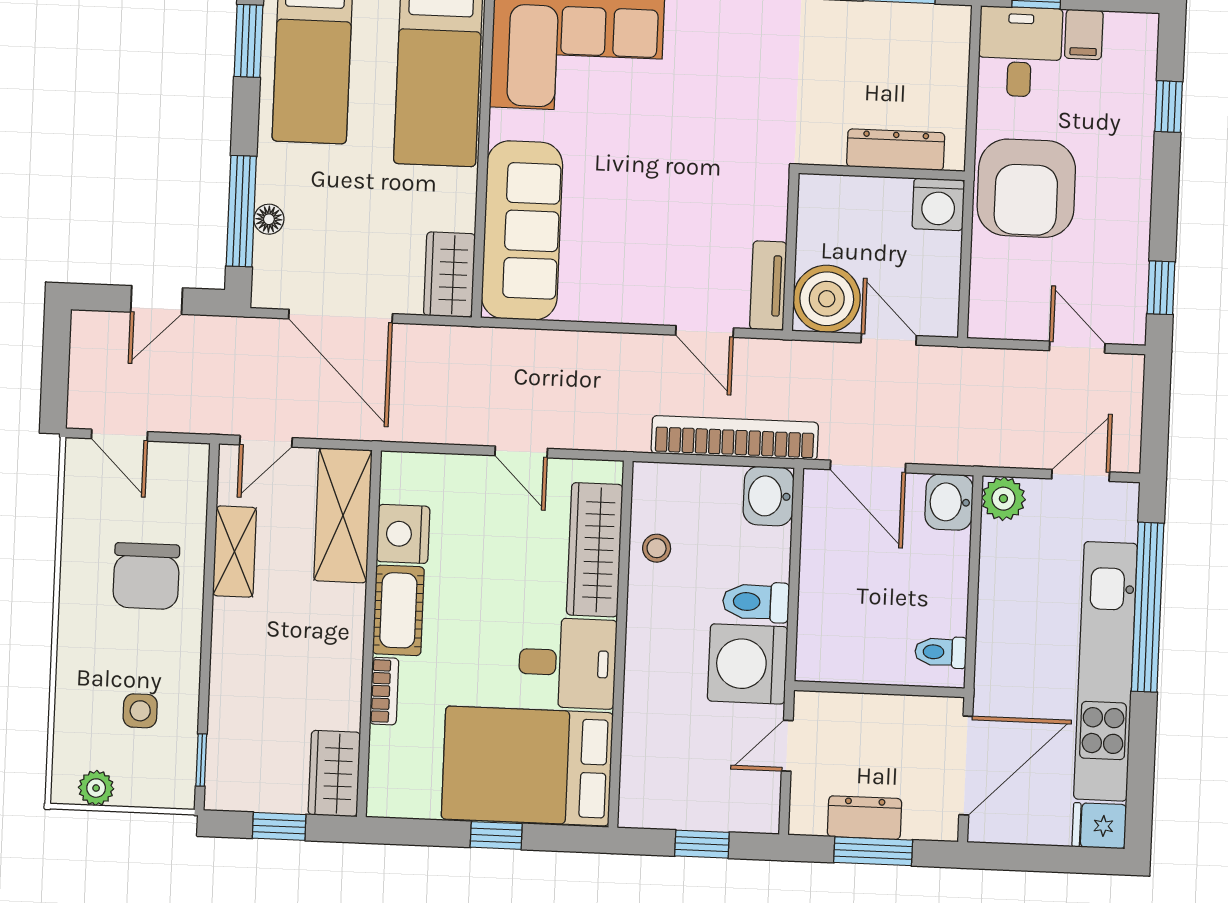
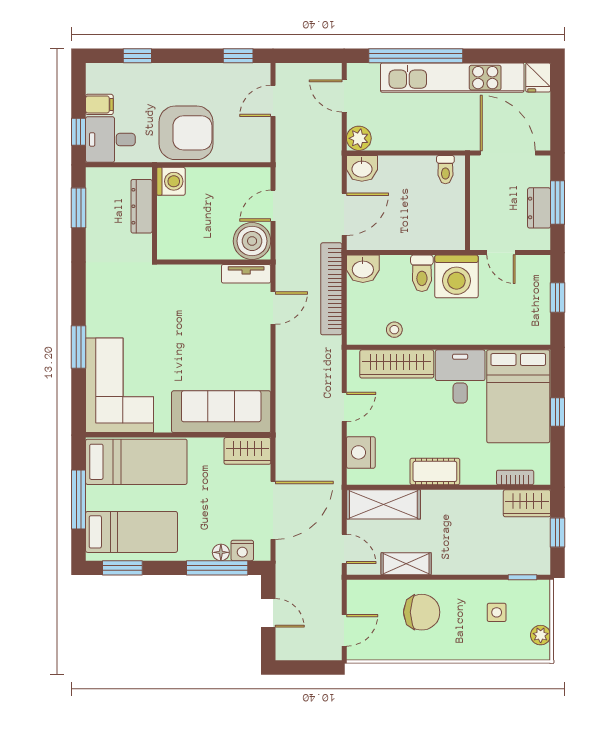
dresser: (896, 150) -> (142, 206), moved
wall: (882, 172) -> (154, 213), moved
washing machine: (938, 204) -> (171, 181), moved
nightstand: (271, 258) -> (242, 550), added
nightstand: (403, 534) -> (361, 452), moved, turned 90
bookcase: (384, 691) -> (515, 477), moved

